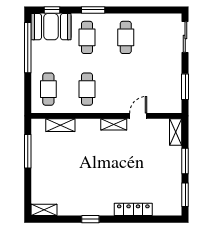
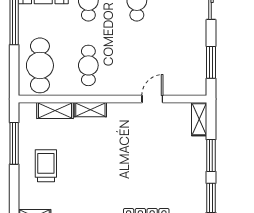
cafe table: (48, 89) -> (40, 65), width x1.37, depth x1.35
shelving: (114, 124) -> (90, 110), moved
trolley: (53, 169) -> (46, 166), added

